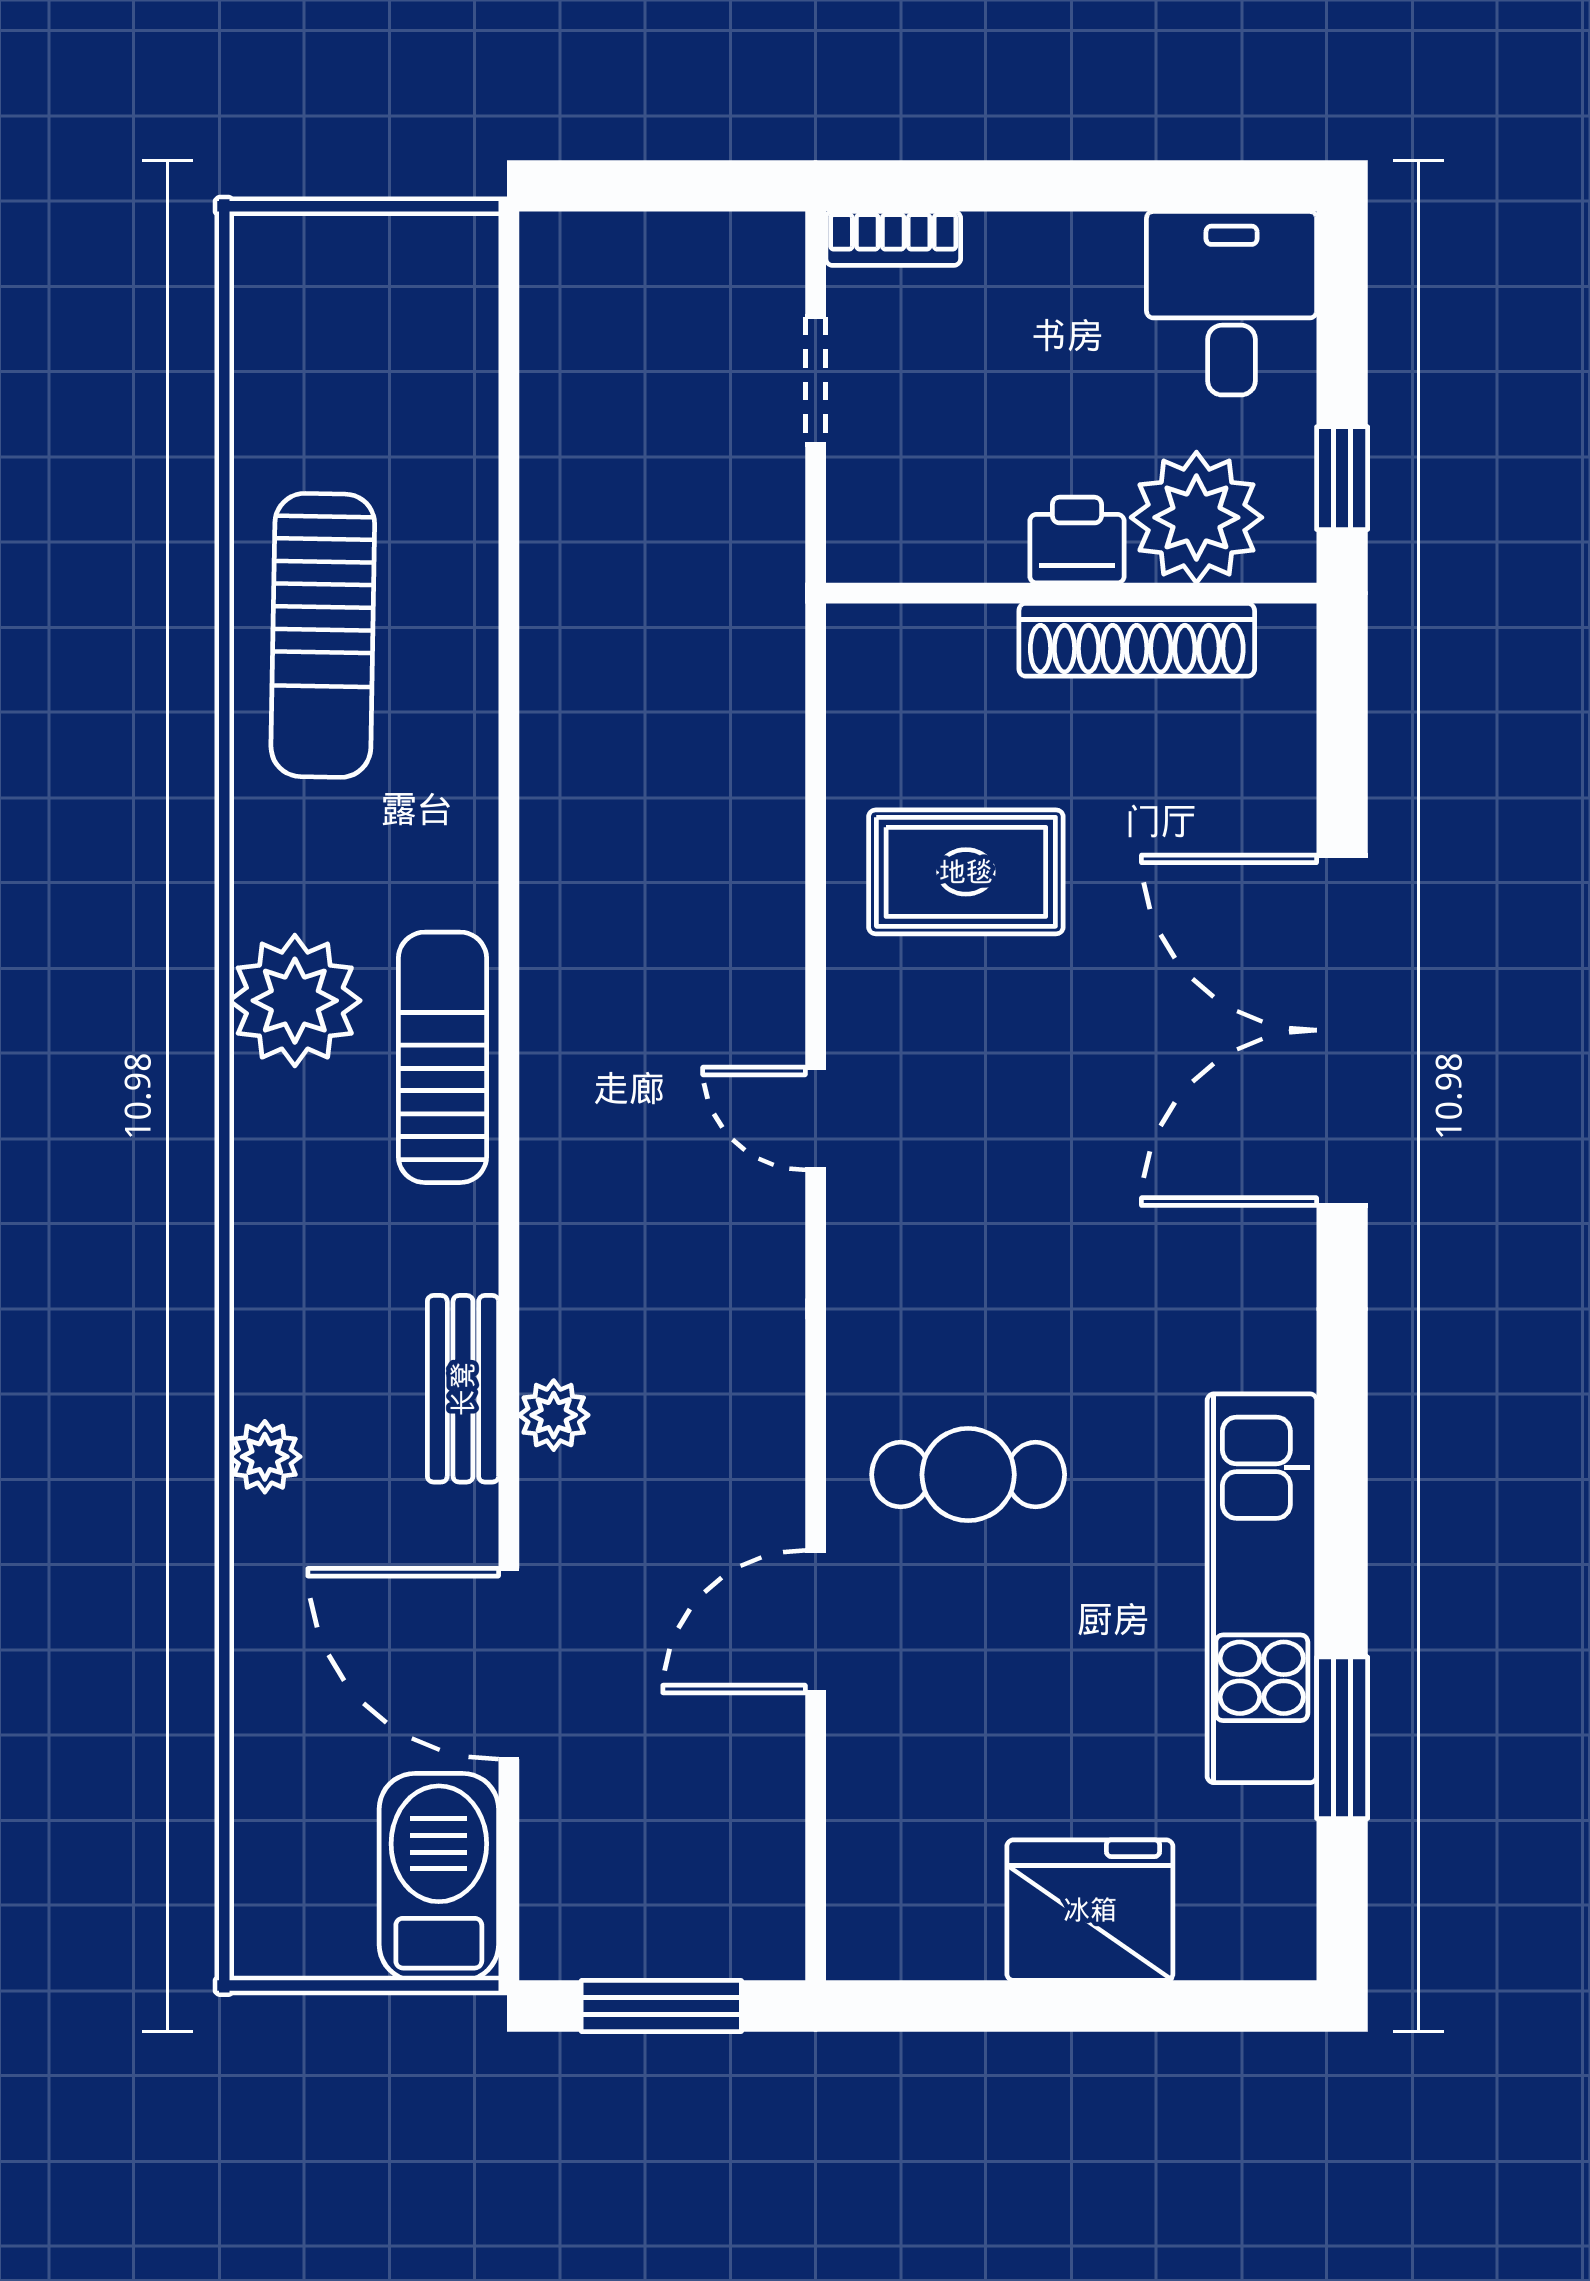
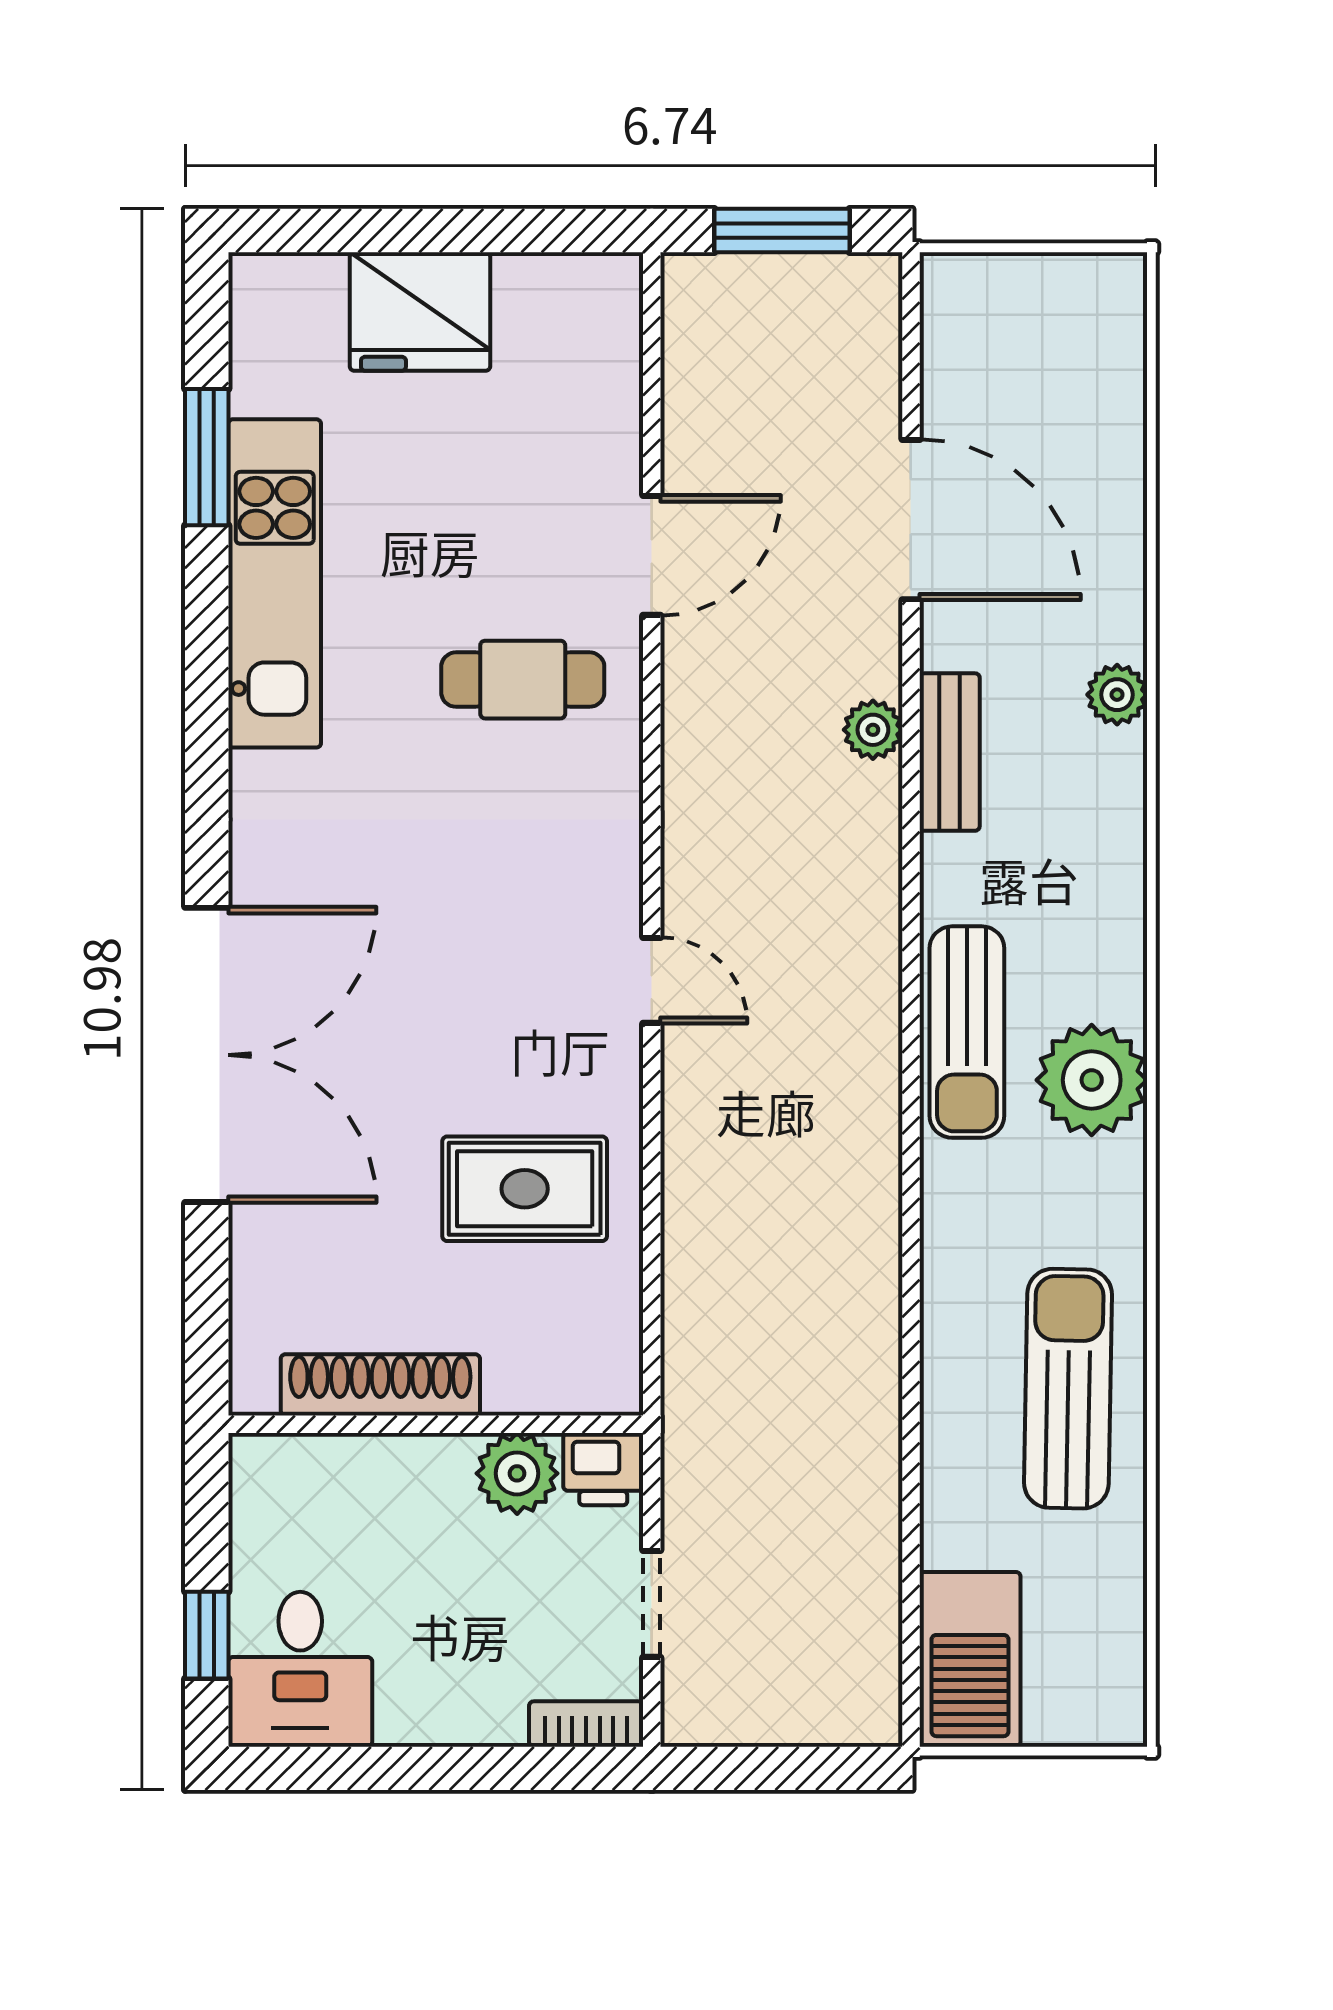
window: (1342, 478) -> (207, 1635), moved
plant: (1196, 517) -> (517, 1473), moved, width x0.73, depth x0.73
printer: (1077, 540) -> (603, 1469), moved
barbecue: (439, 1877) -> (970, 1659), moved

